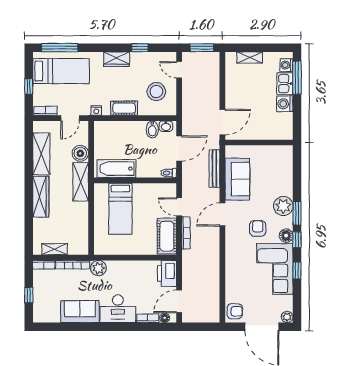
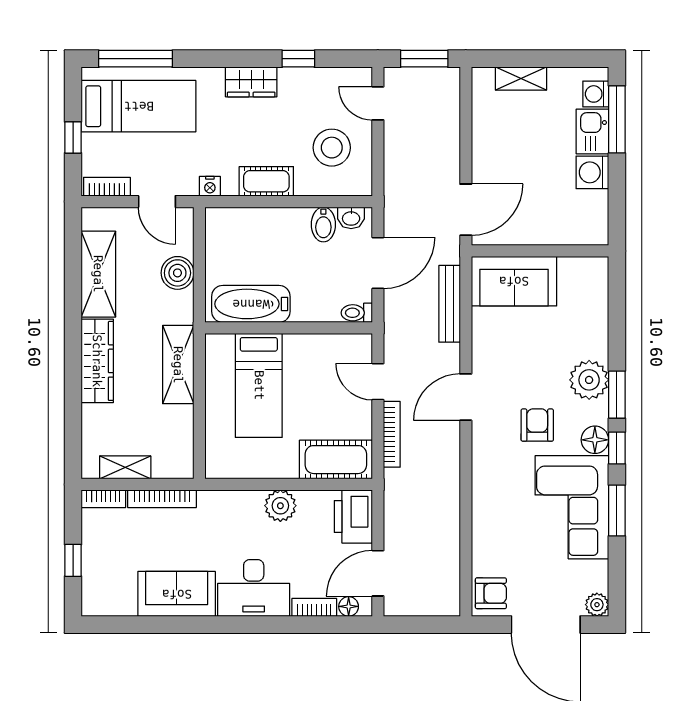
door: (70, 118) -> (157, 202), hinge flipped
sofa: (237, 179) -> (514, 281), moved, turned 90
shelving: (81, 182) -> (178, 365), moved
cot: (167, 236) -> (336, 460), moved, turned 90
plant: (98, 268) -> (280, 506), moved
window: (297, 270) -> (617, 510), width x1.50

